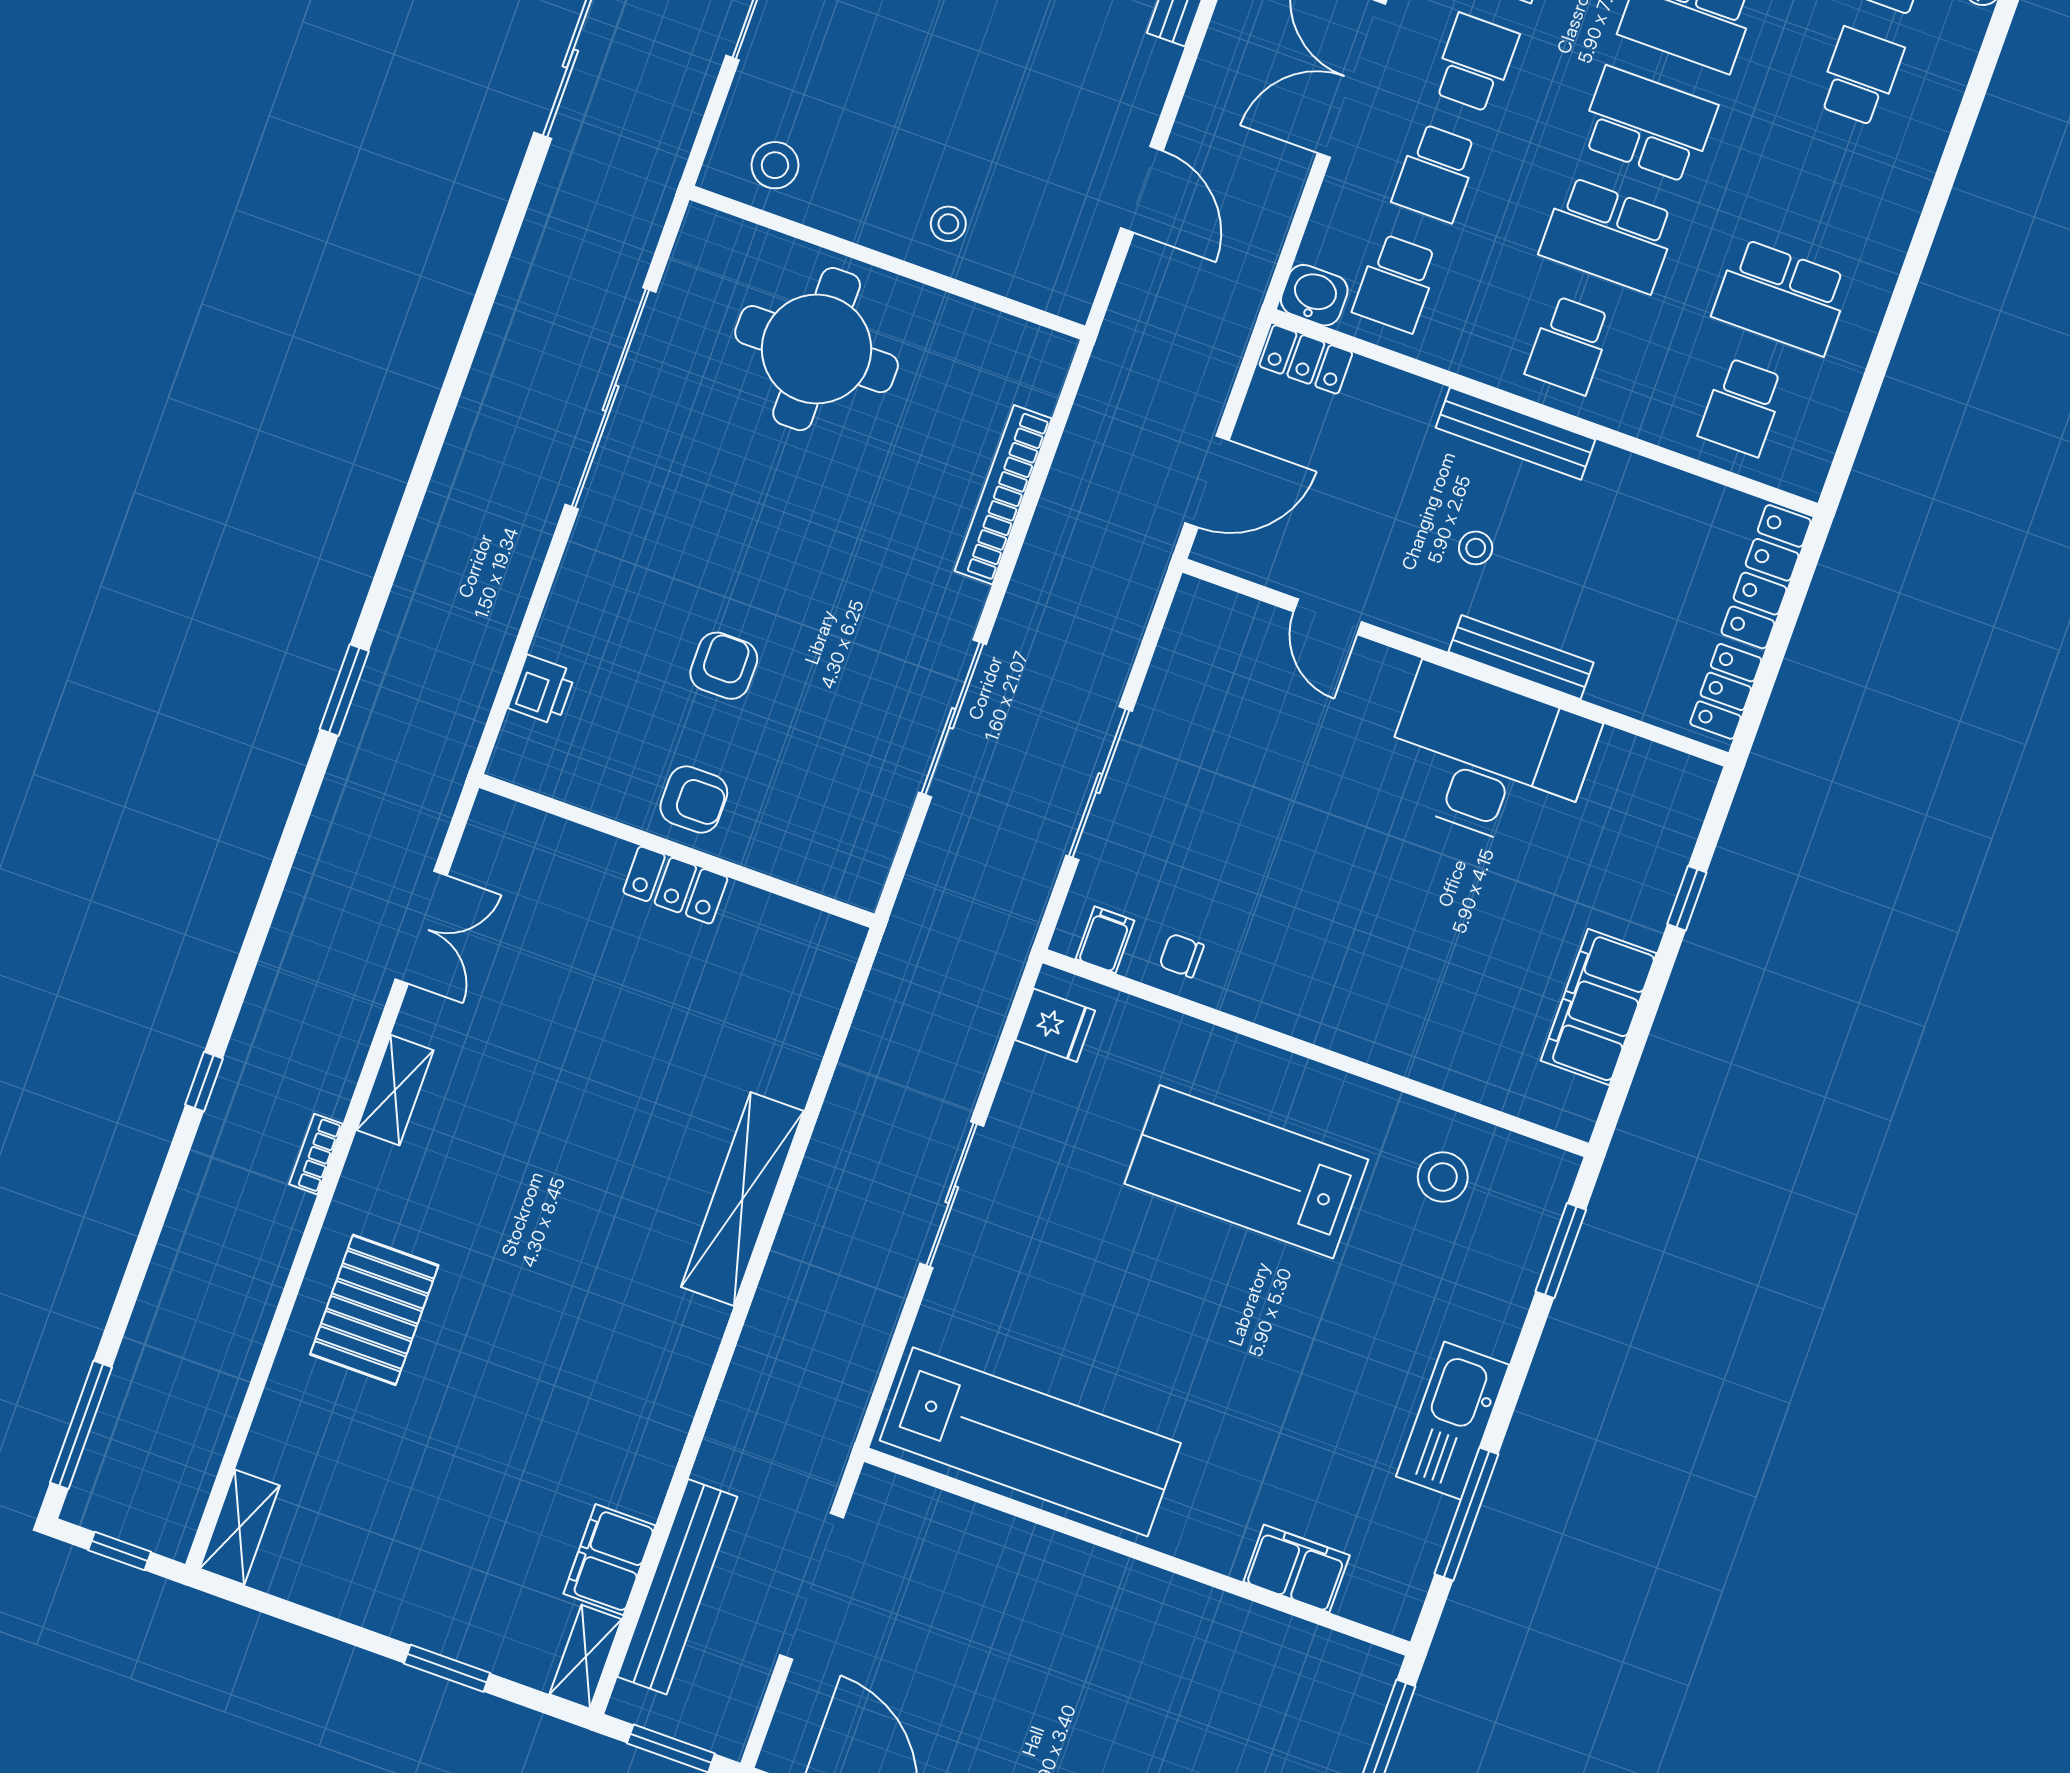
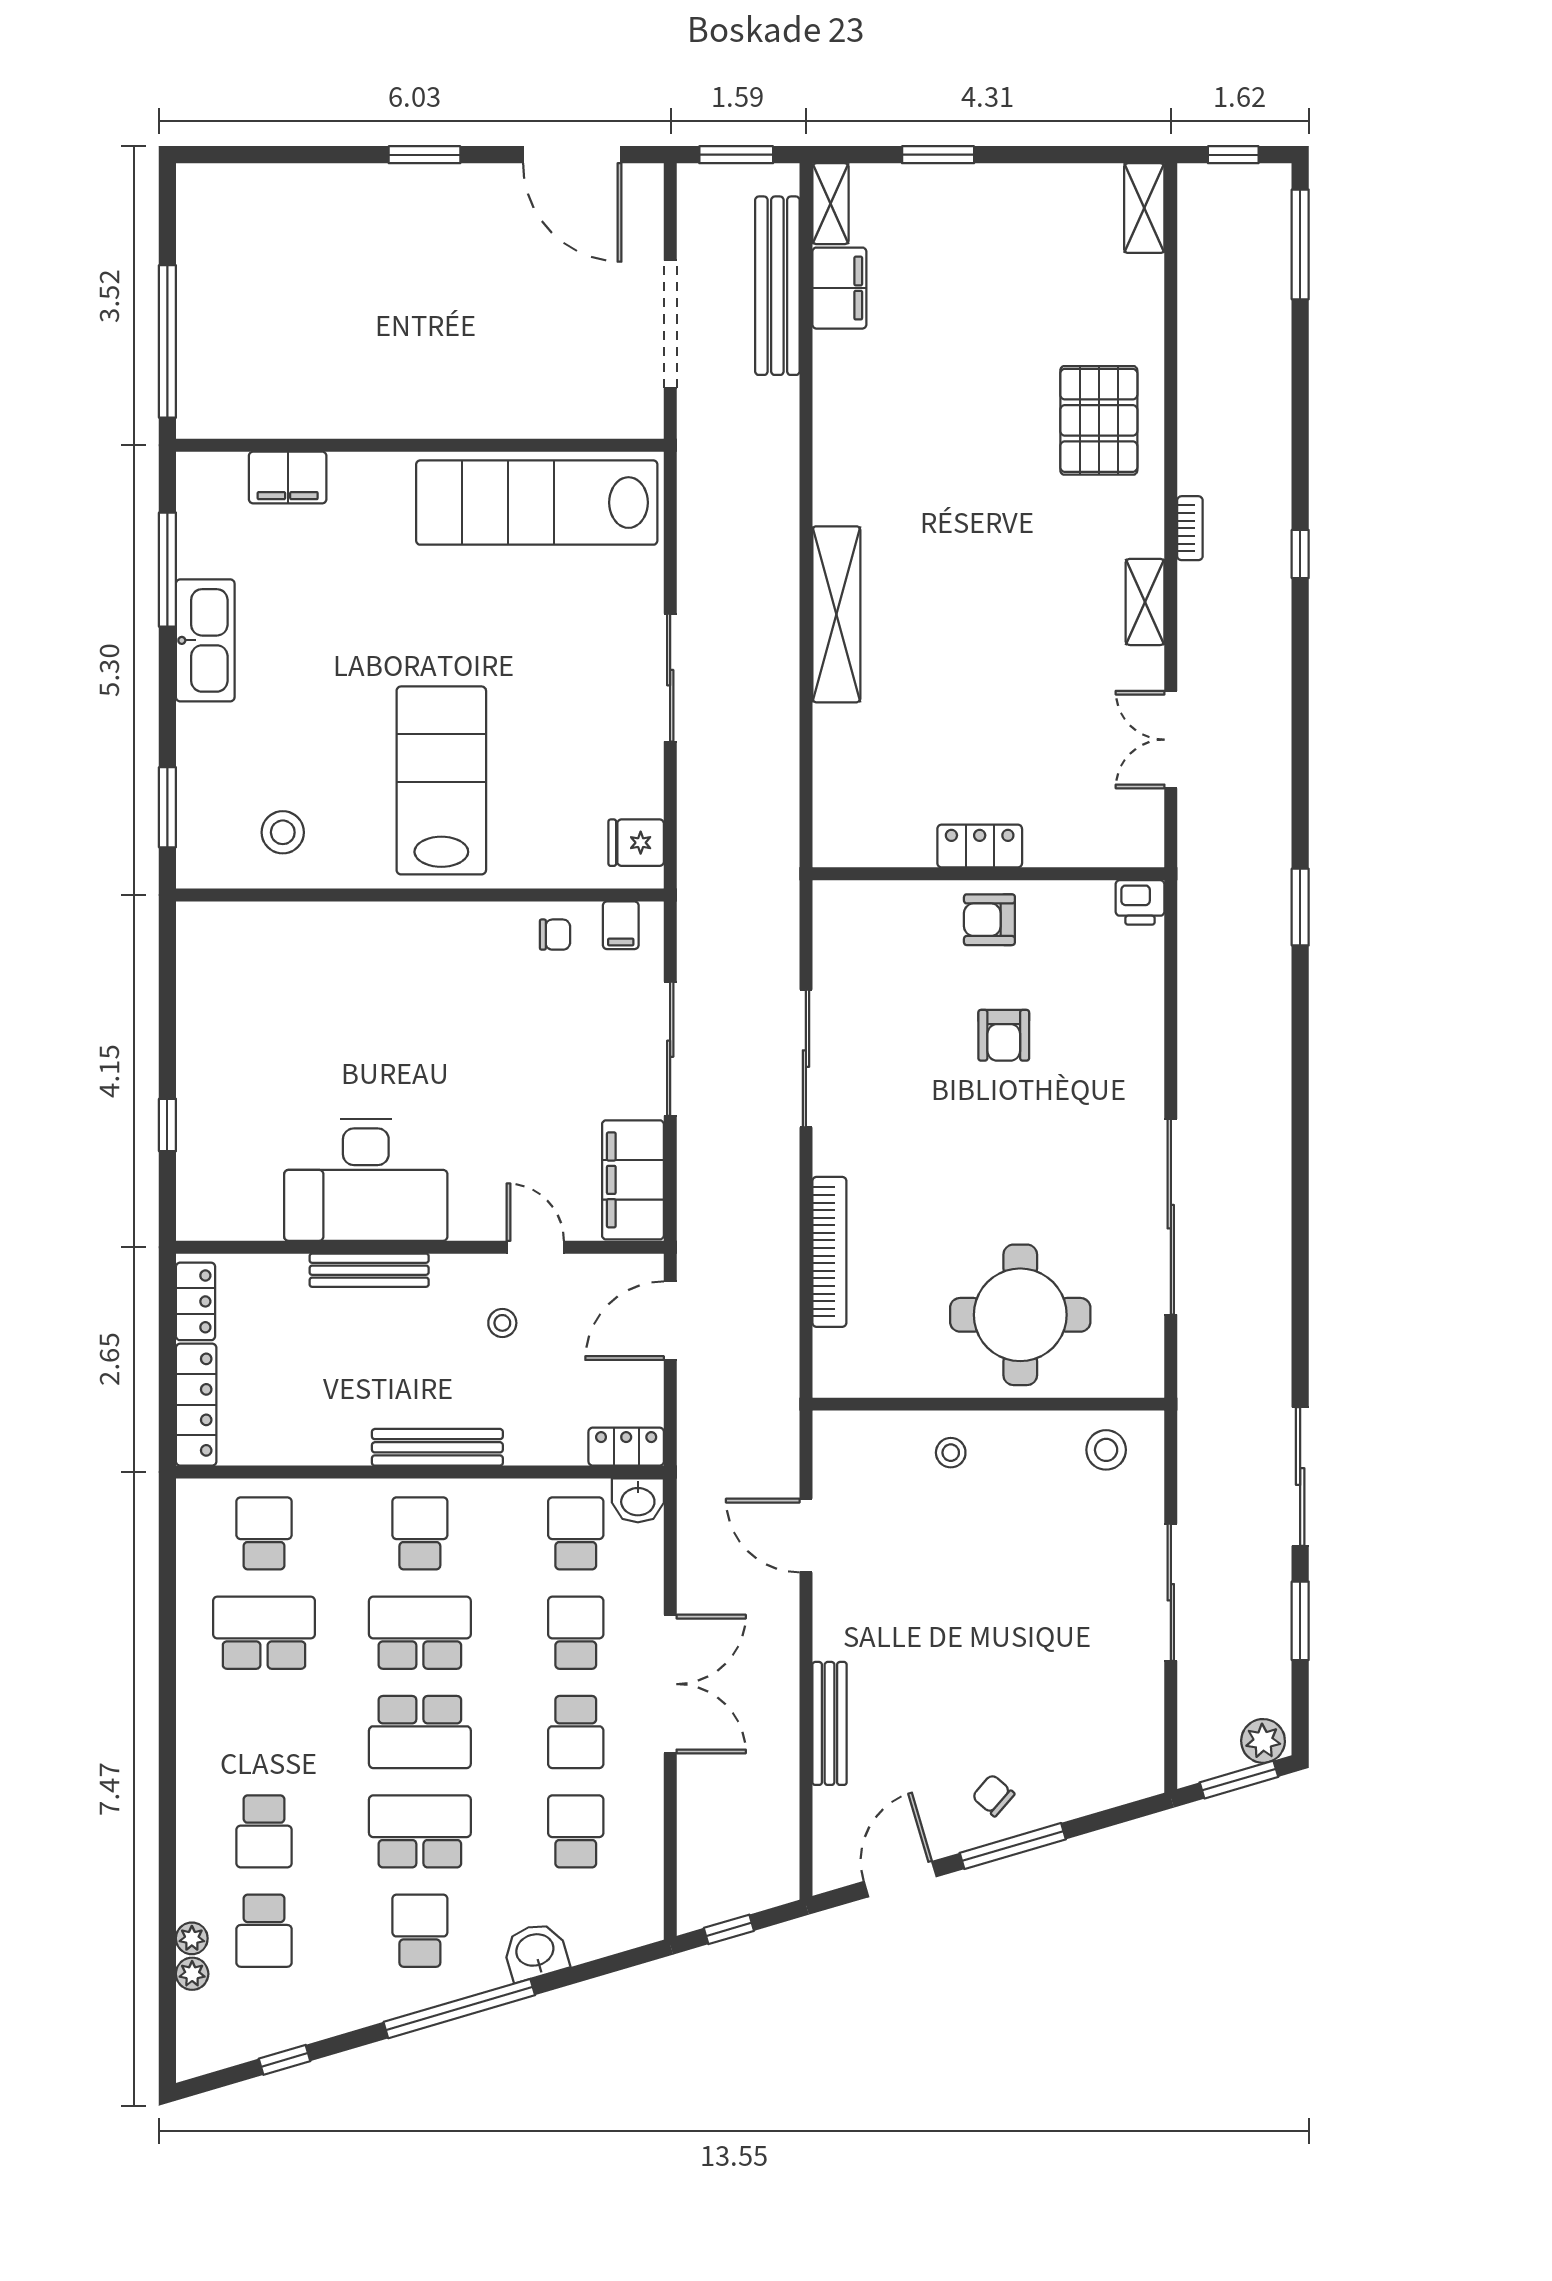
stool: (1476, 548) -> (502, 1323), moved
printer: (542, 690) -> (1140, 902), moved, turned -90
filing cabinet: (1599, 1007) -> (633, 1180), moved, turned 180
lab bench: (1246, 1172) -> (441, 780), turned -90

